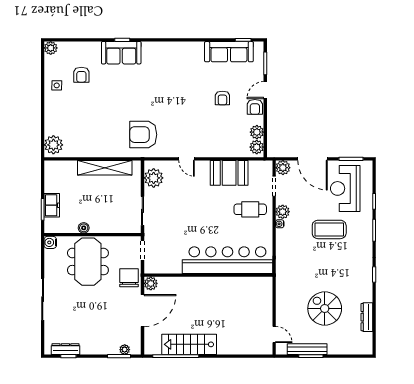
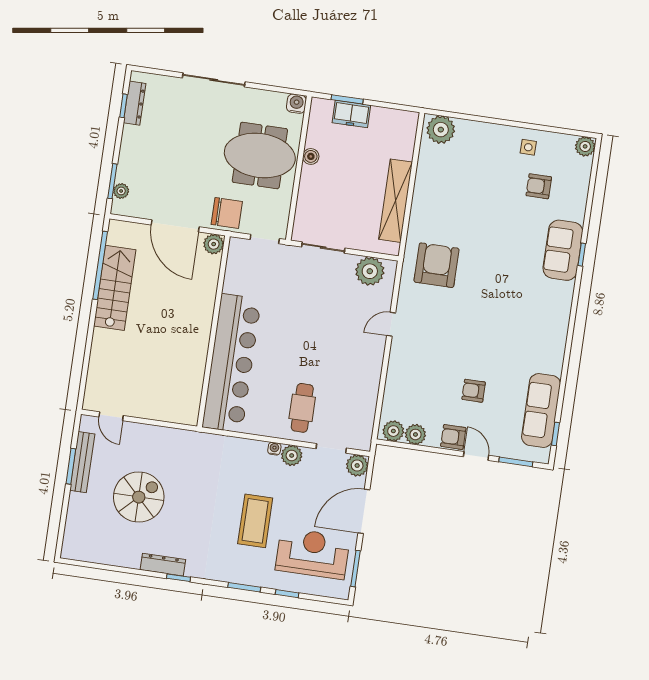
booth: (229, 173) -> (361, 384), removed
dresser: (367, 317) -> (163, 565), moved
door: (274, 335) -> (111, 416), hinge flipped

